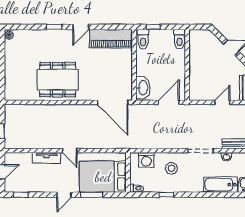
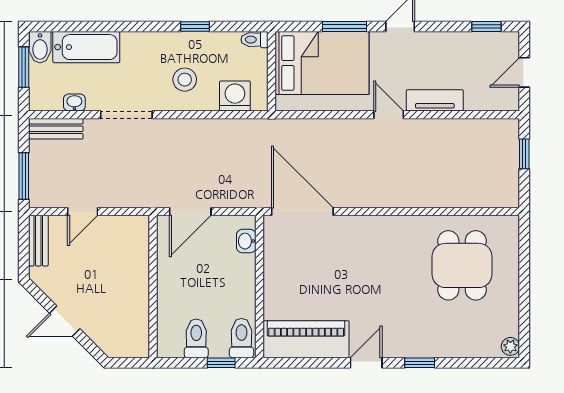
toilet: (179, 39) -> (196, 338), moved
dining table: (58, 80) -> (462, 265), moved, width x0.73
washbasin: (143, 88) -> (246, 241), width x0.52, depth x0.69

